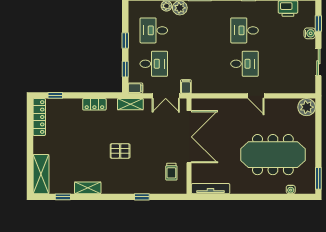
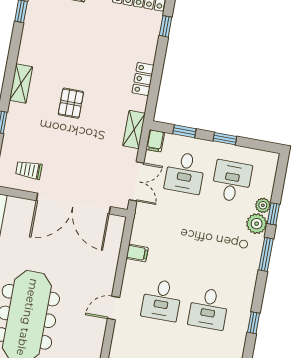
desk: (244, 30) -> (208, 309), turned 180
filing cabinet: (186, 87) -> (137, 253), moved
double door: (166, 96) -> (137, 181), swing flipped
shelving: (88, 188) -> (21, 83), moved

